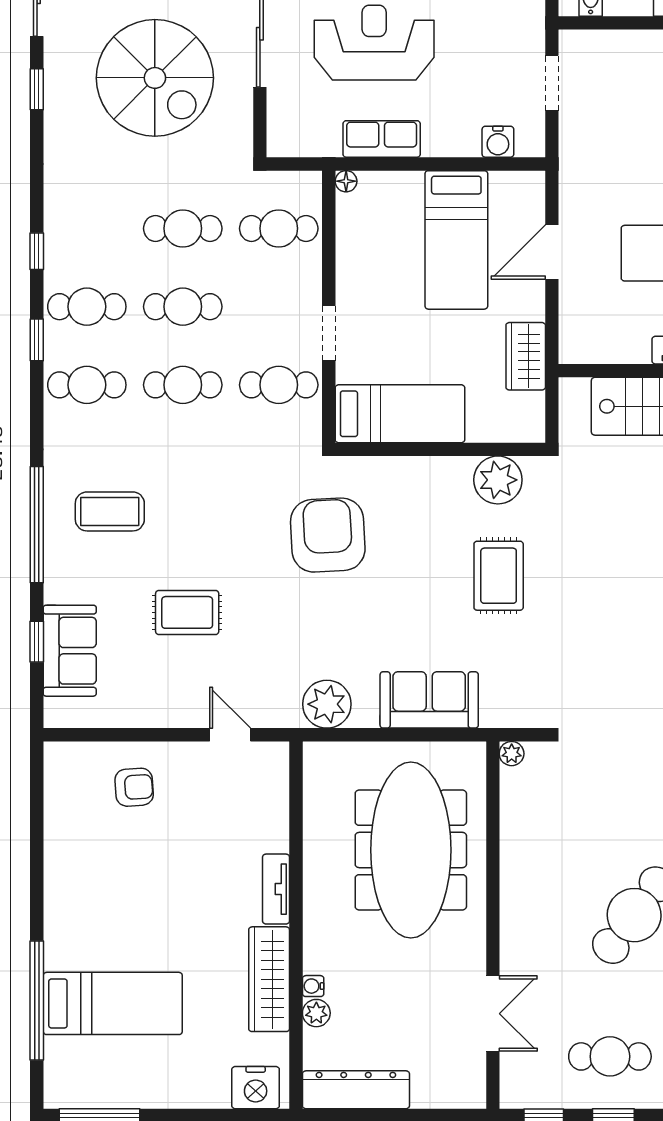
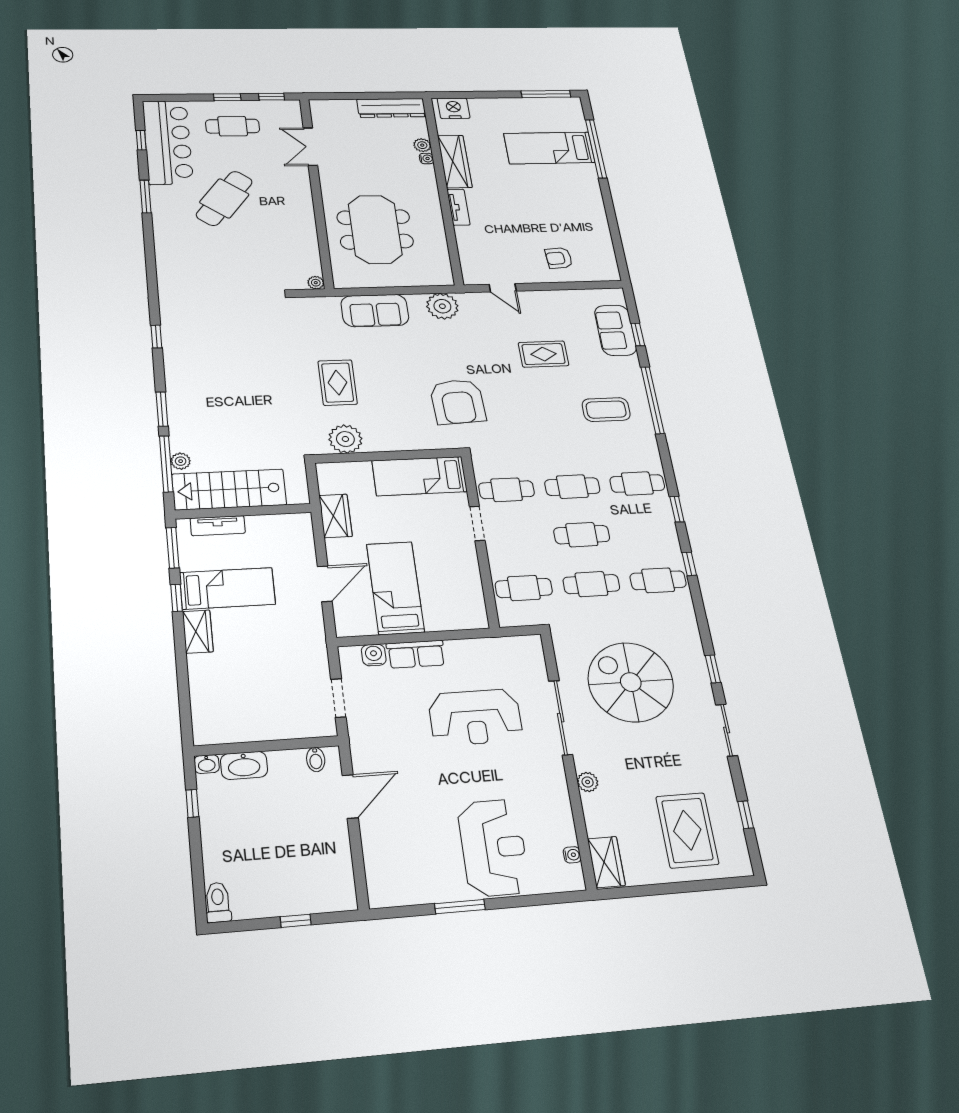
row of seats: (382, 139) -> (416, 654), moved
floor lamp: (346, 181) -> (481, 622), removed
cafe table: (87, 307) -> (658, 580), moved
meeting table: (411, 850) -> (375, 229), width x0.73

